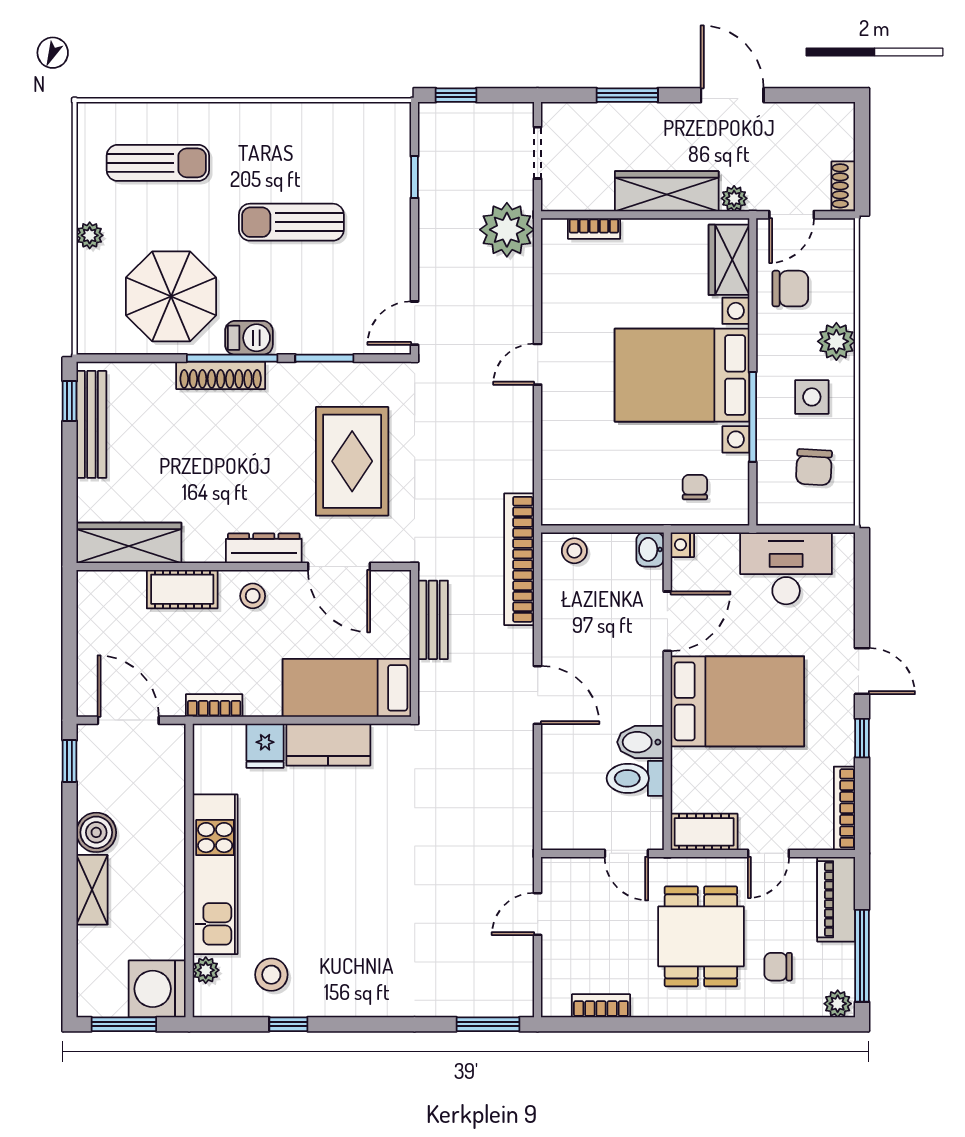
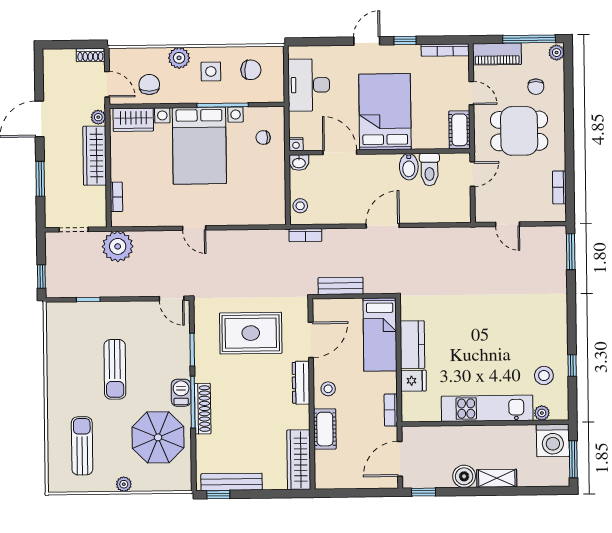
bookcase: (519, 559) -> (305, 235), width x0.43, depth x0.76

